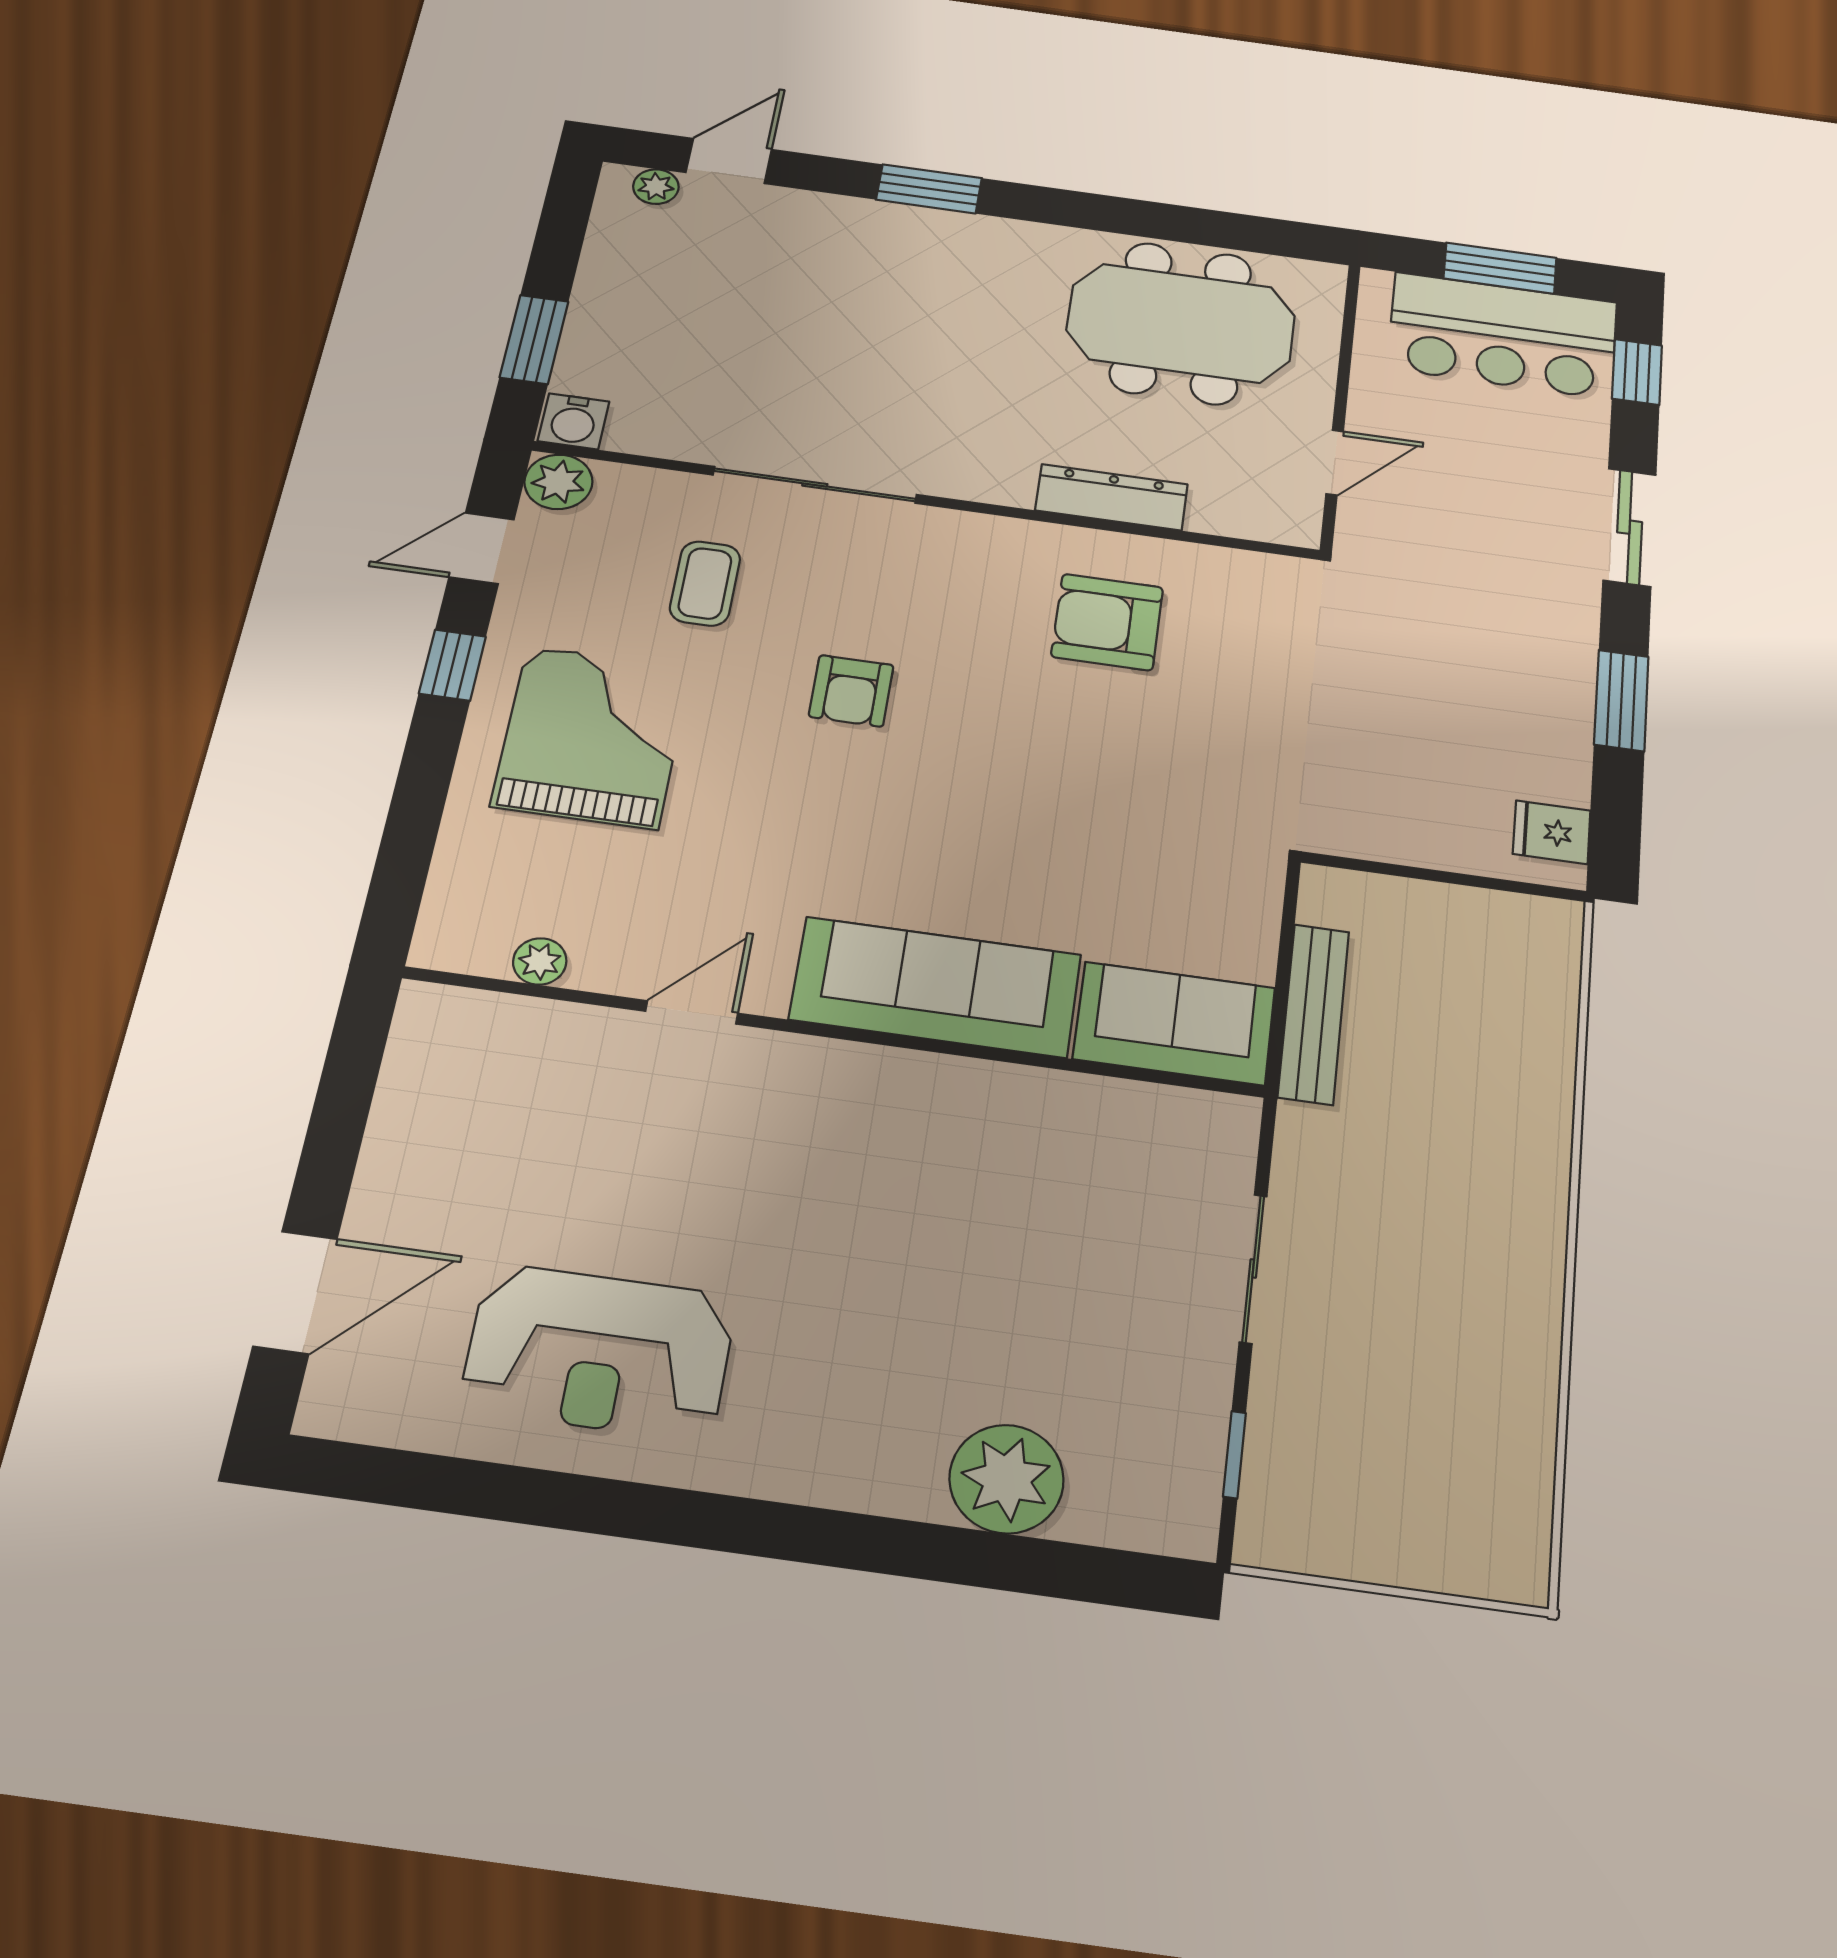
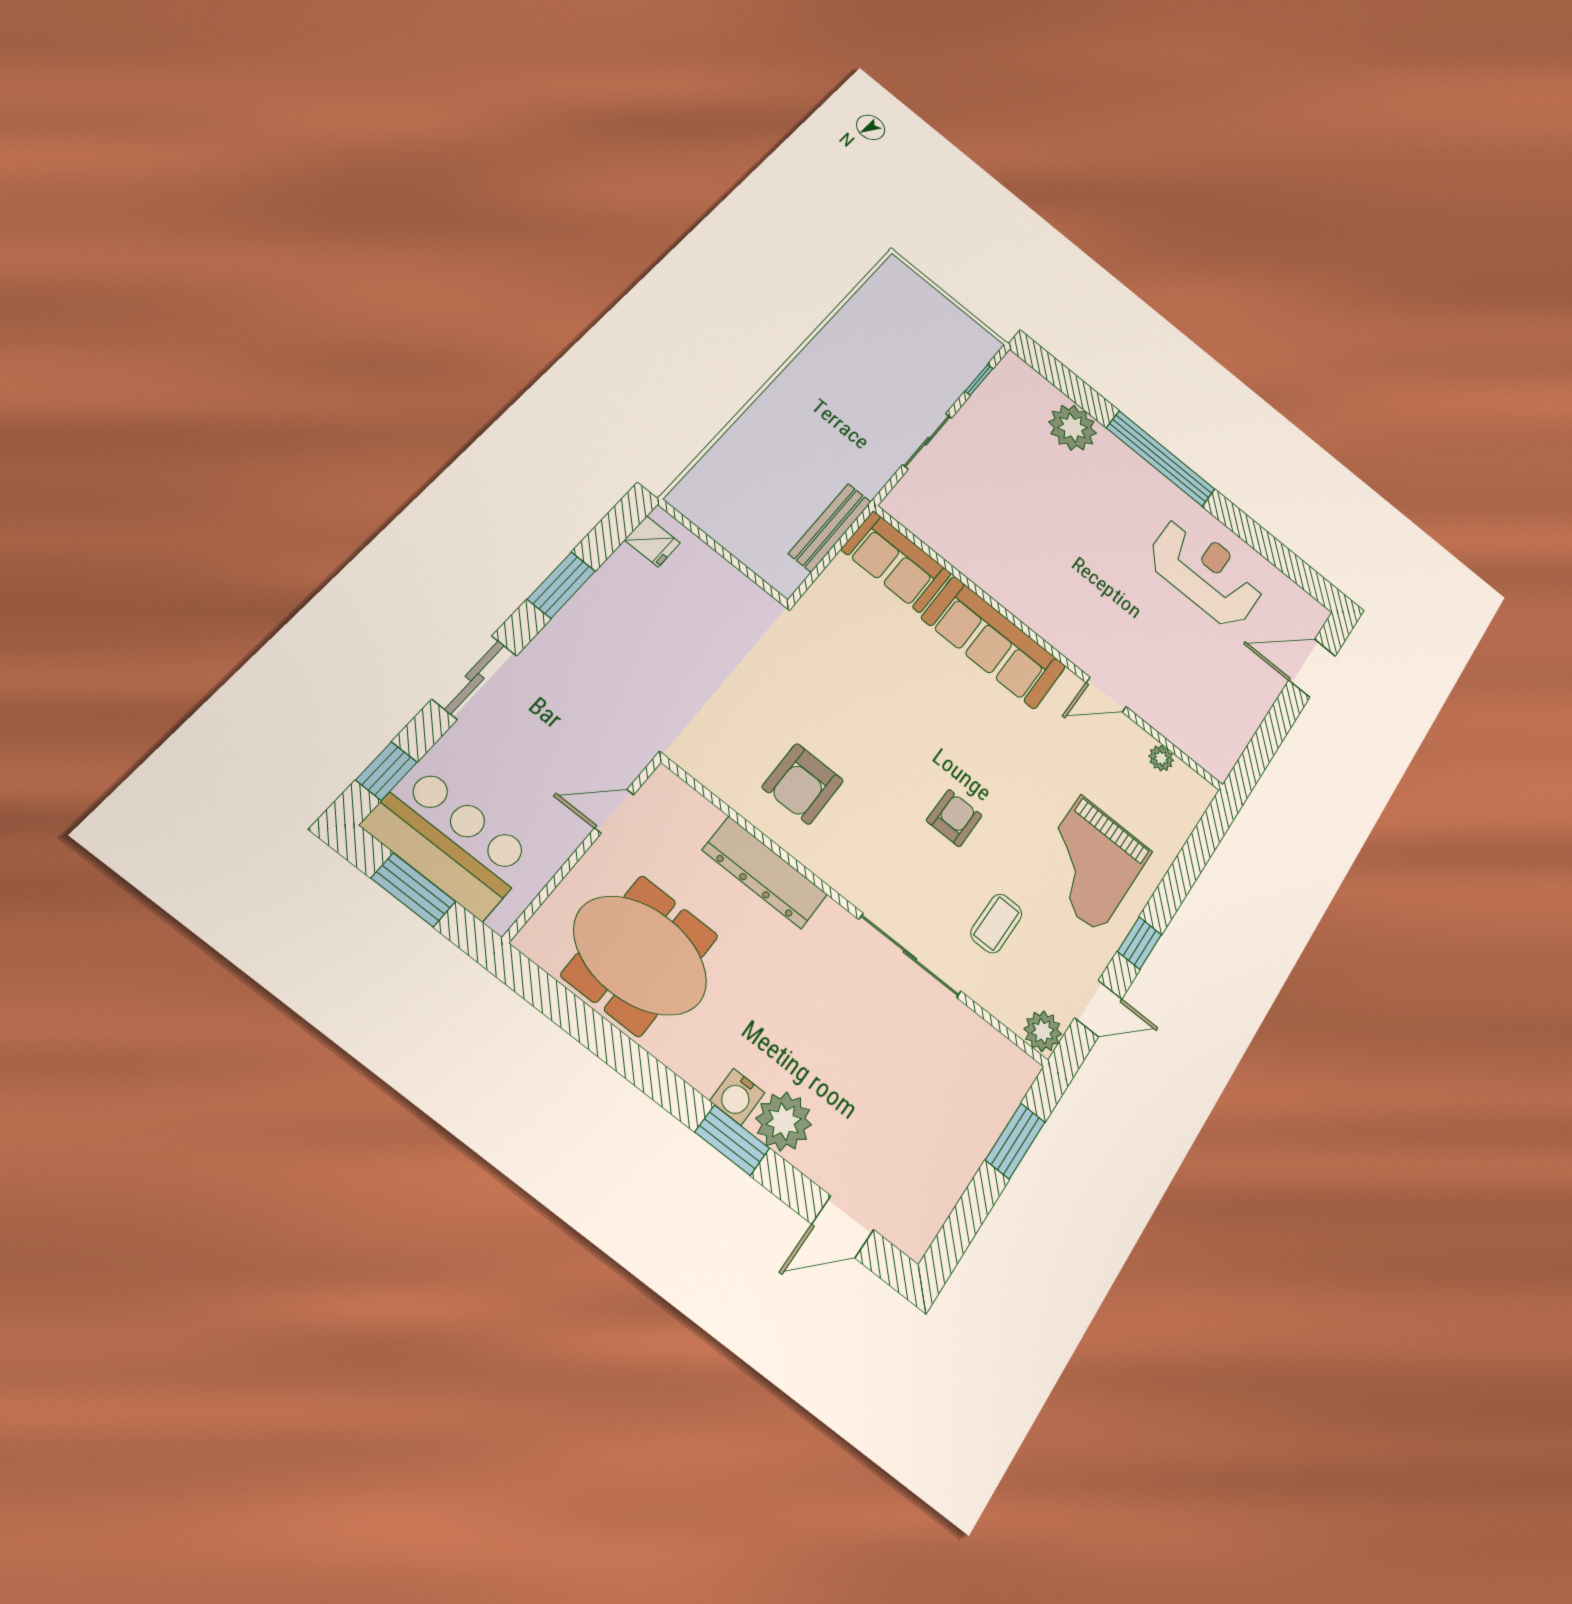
plant: (656, 187) -> (784, 1122), moved, width x1.88, depth x1.88
water cooler: (574, 421) -> (737, 1097), moved, turned 180
dresser: (1111, 497) -> (765, 872), width x1.37, depth x1.24
armchair: (1107, 622) -> (803, 784), turned 90
window: (798, 1533) -> (1161, 459), added

